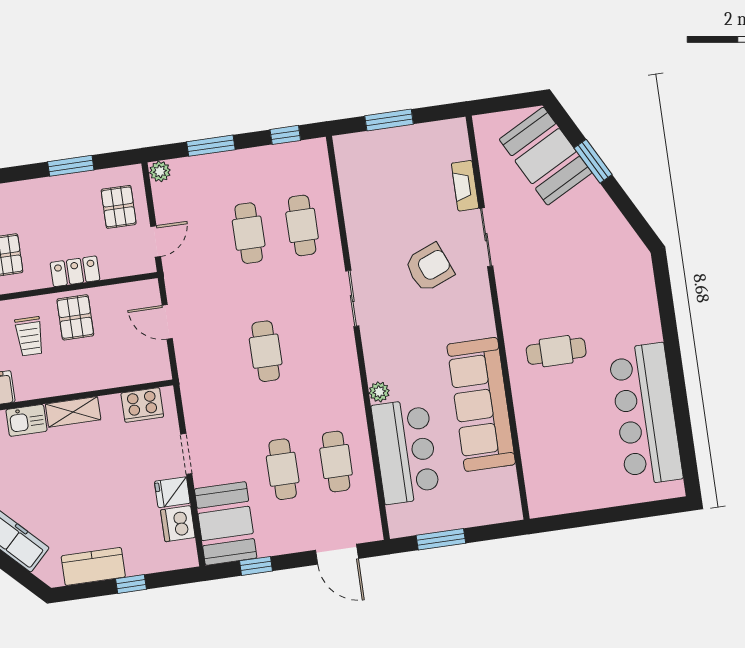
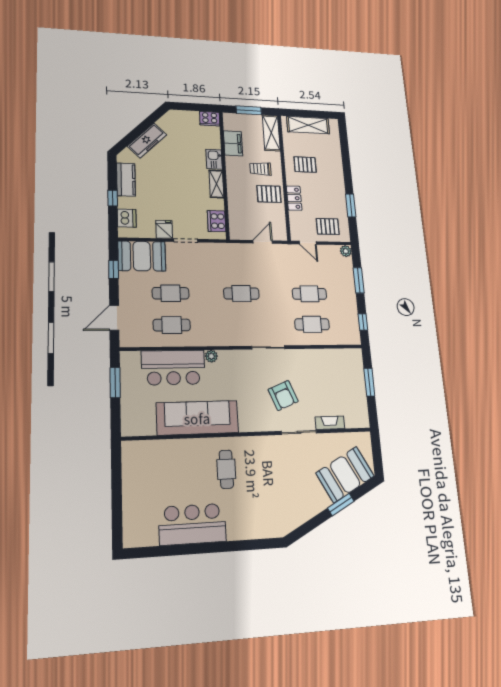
bar counter: (646, 414) -> (192, 524), width x0.73
dishwasher: (178, 524) -> (127, 218), moved, turned 90

